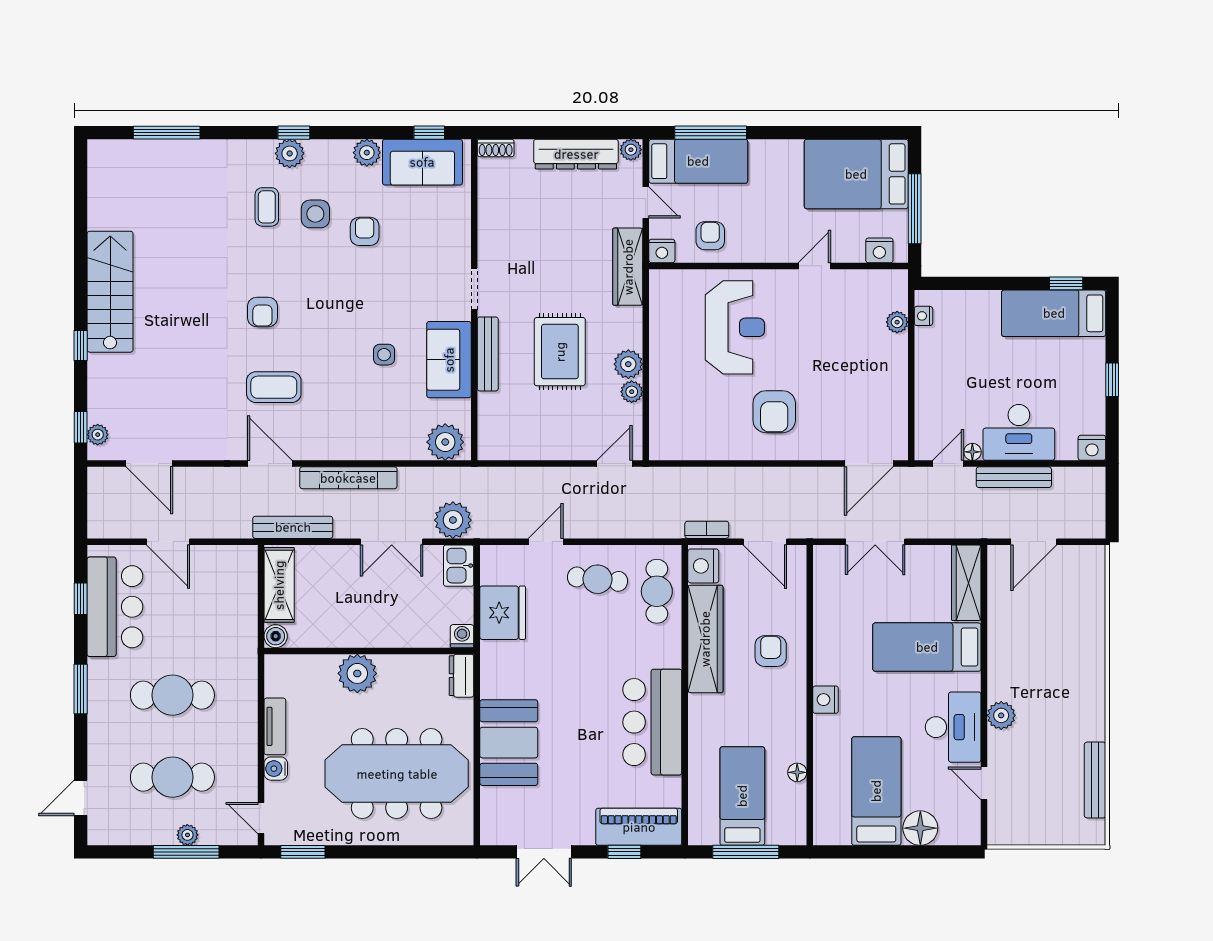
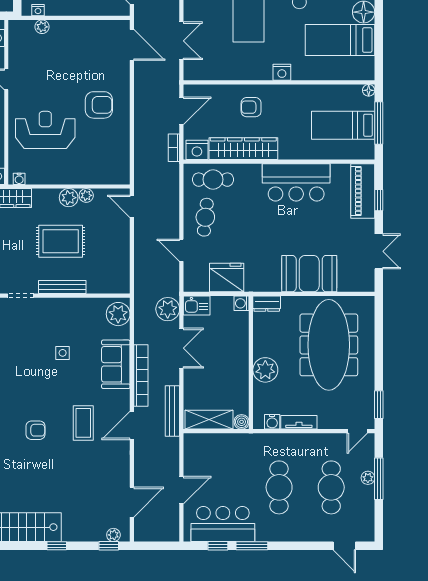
water cooler: (658, 286) -> (19, 179), added
sofa: (449, 360) -> (116, 364), moved, turned 90
window: (81, 689) -> (252, 546), moved
water cooler: (276, 769) -> (272, 422), moved
floor lamp: (797, 772) -> (369, 90), moved

